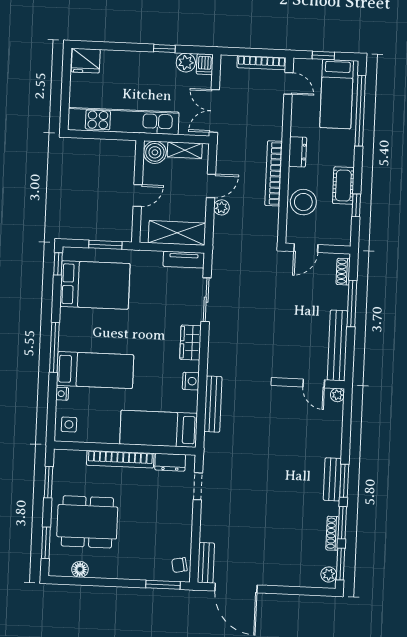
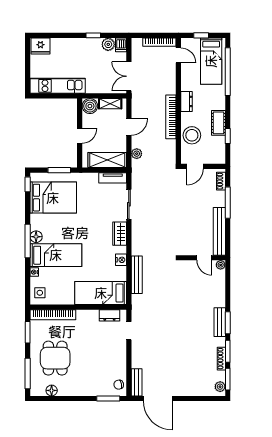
kitchen unit: (123, 121) -> (58, 86), width x0.73
plant: (221, 207) -> (137, 154), moved
floor lamp: (67, 342) -> (36, 237), added
bookcase: (120, 459) -> (53, 315), moved
dining table: (87, 522) -> (55, 358), width x0.73
window: (46, 543) -> (28, 373), width x1.44

